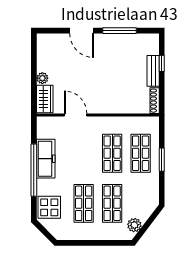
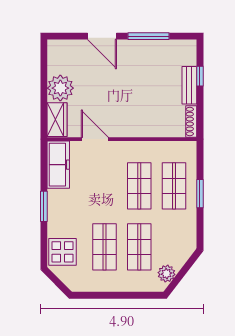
plant: (42, 78) -> (60, 88), width x1.88, depth x1.88
freezer: (46, 159) -> (58, 165), moved
window: (34, 170) -> (44, 206), width x0.47

